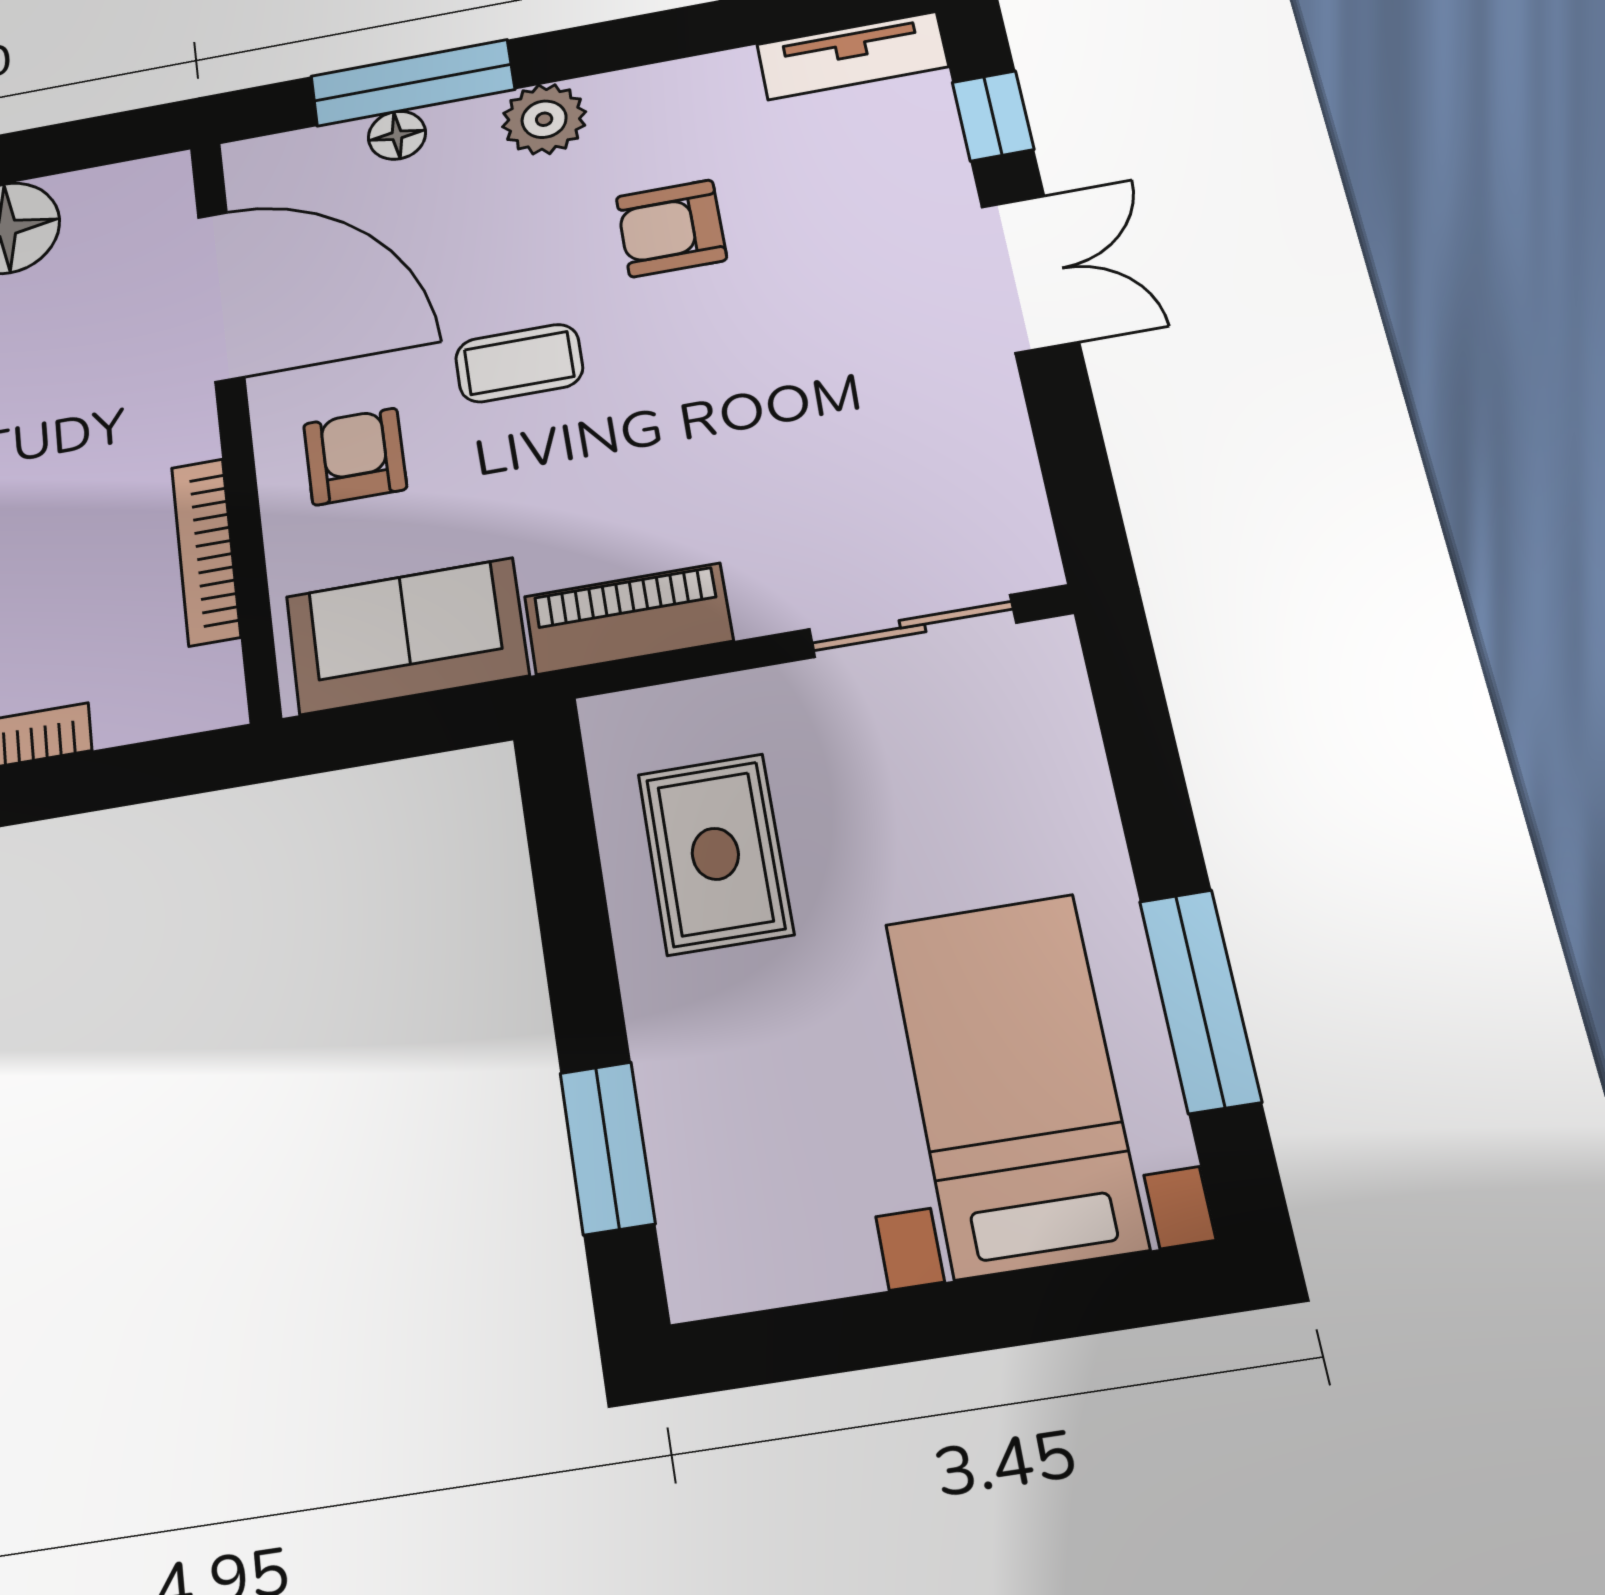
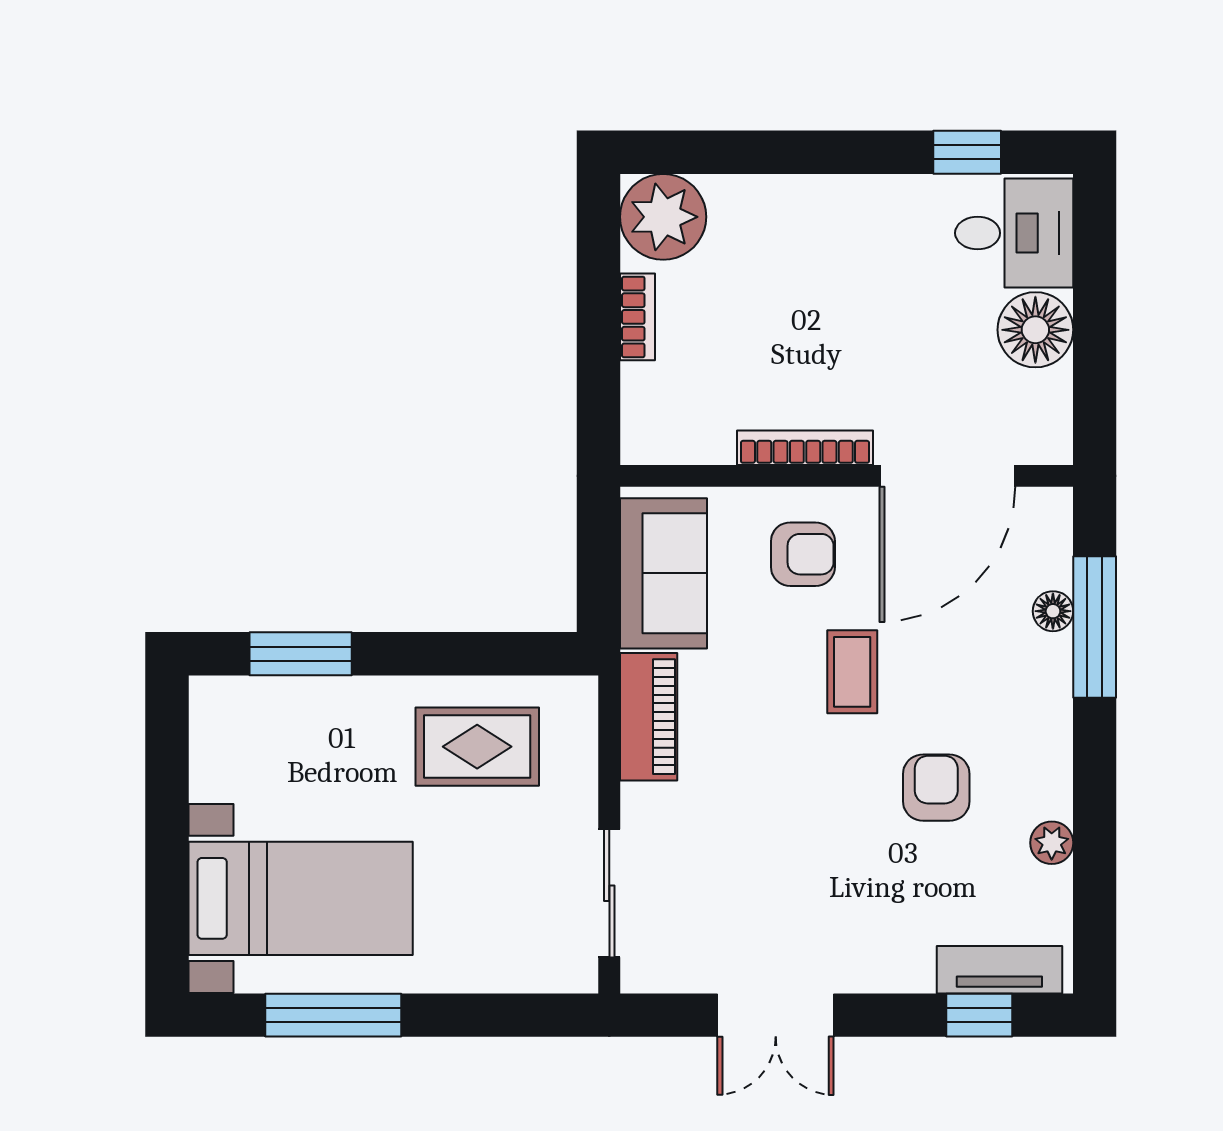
tv unit: (852, 56) -> (999, 970), moved, turned 90
plant: (544, 119) -> (1052, 843), moved, width x0.73, depth x0.73
double door: (1030, 274) -> (776, 1015), moved
bookcase: (206, 552) -> (805, 448), moved

